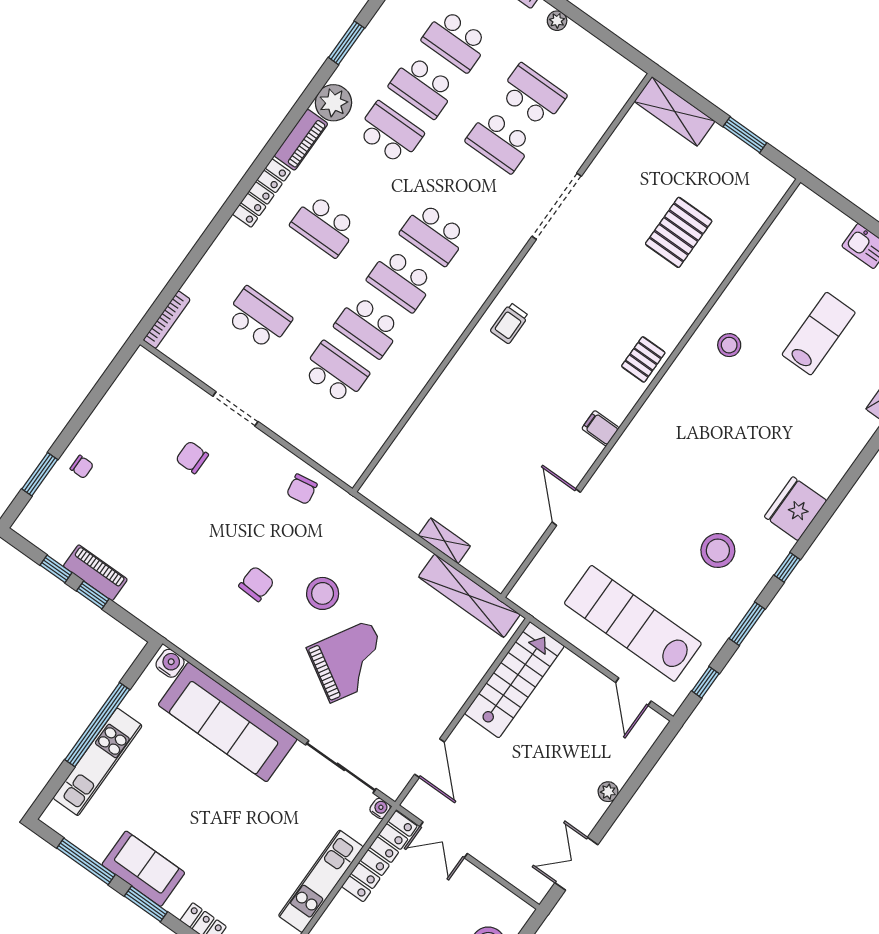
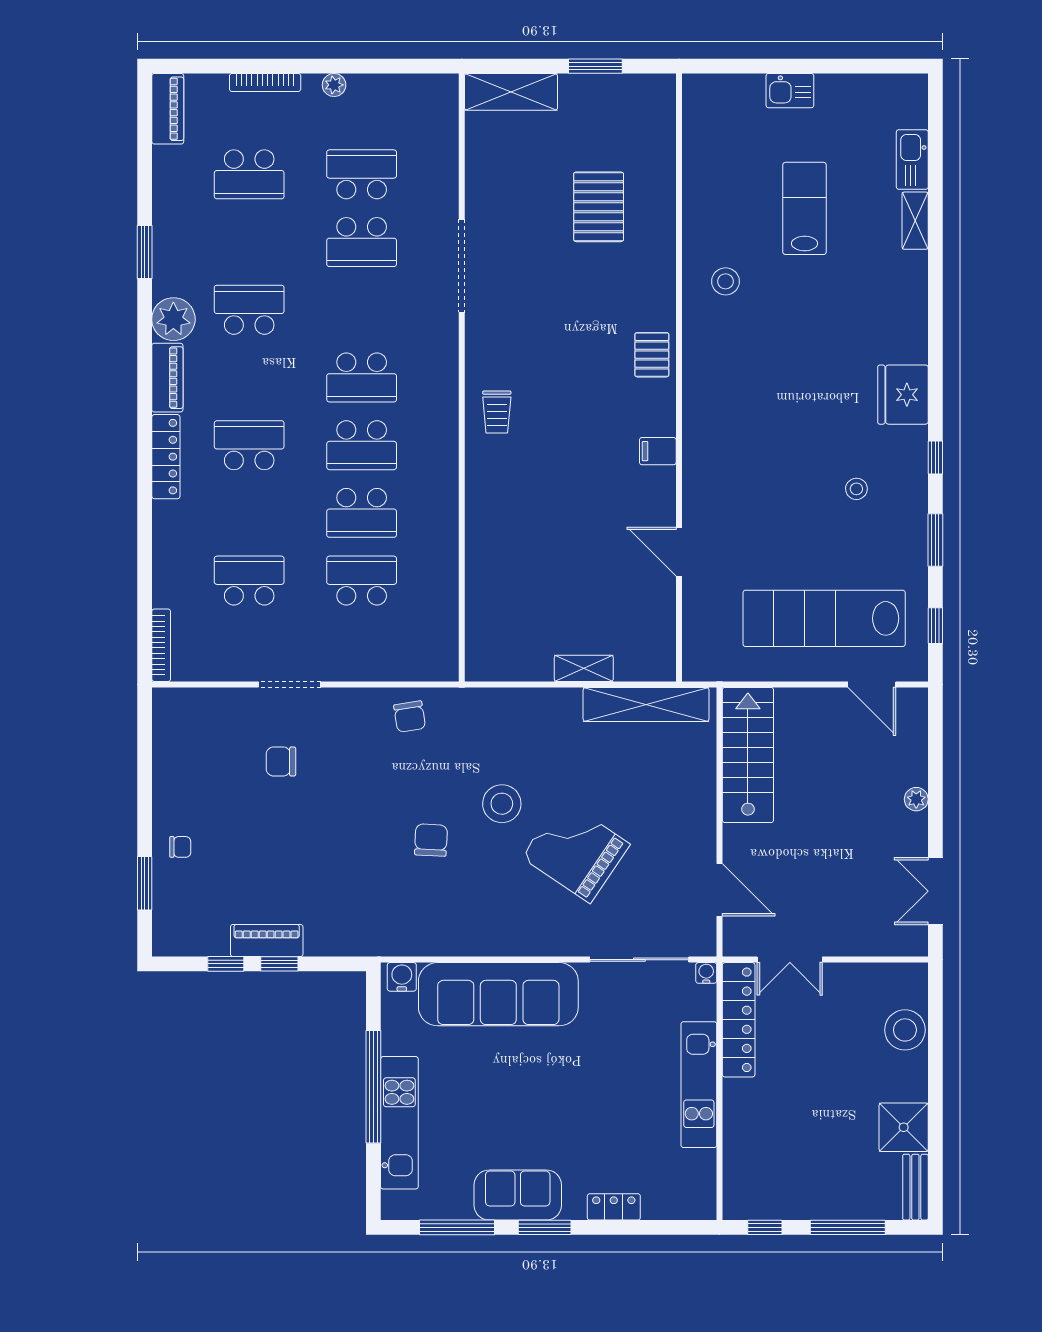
school desk: (423, 87) -> (249, 242), removed
school desk: (324, 226) -> (249, 445), turned 180
stool: (718, 551) -> (856, 489), width x0.53, depth x0.53
grand piano: (350, 661) -> (576, 851), turned -87

